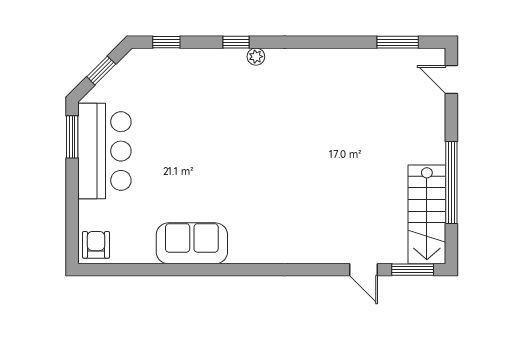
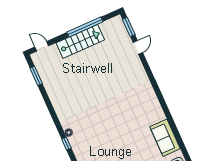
door: (451, 80) -> (42, 46), swing flipped
stairs: (427, 214) -> (80, 41), moved
sofa: (192, 243) -> (165, 138), moved

